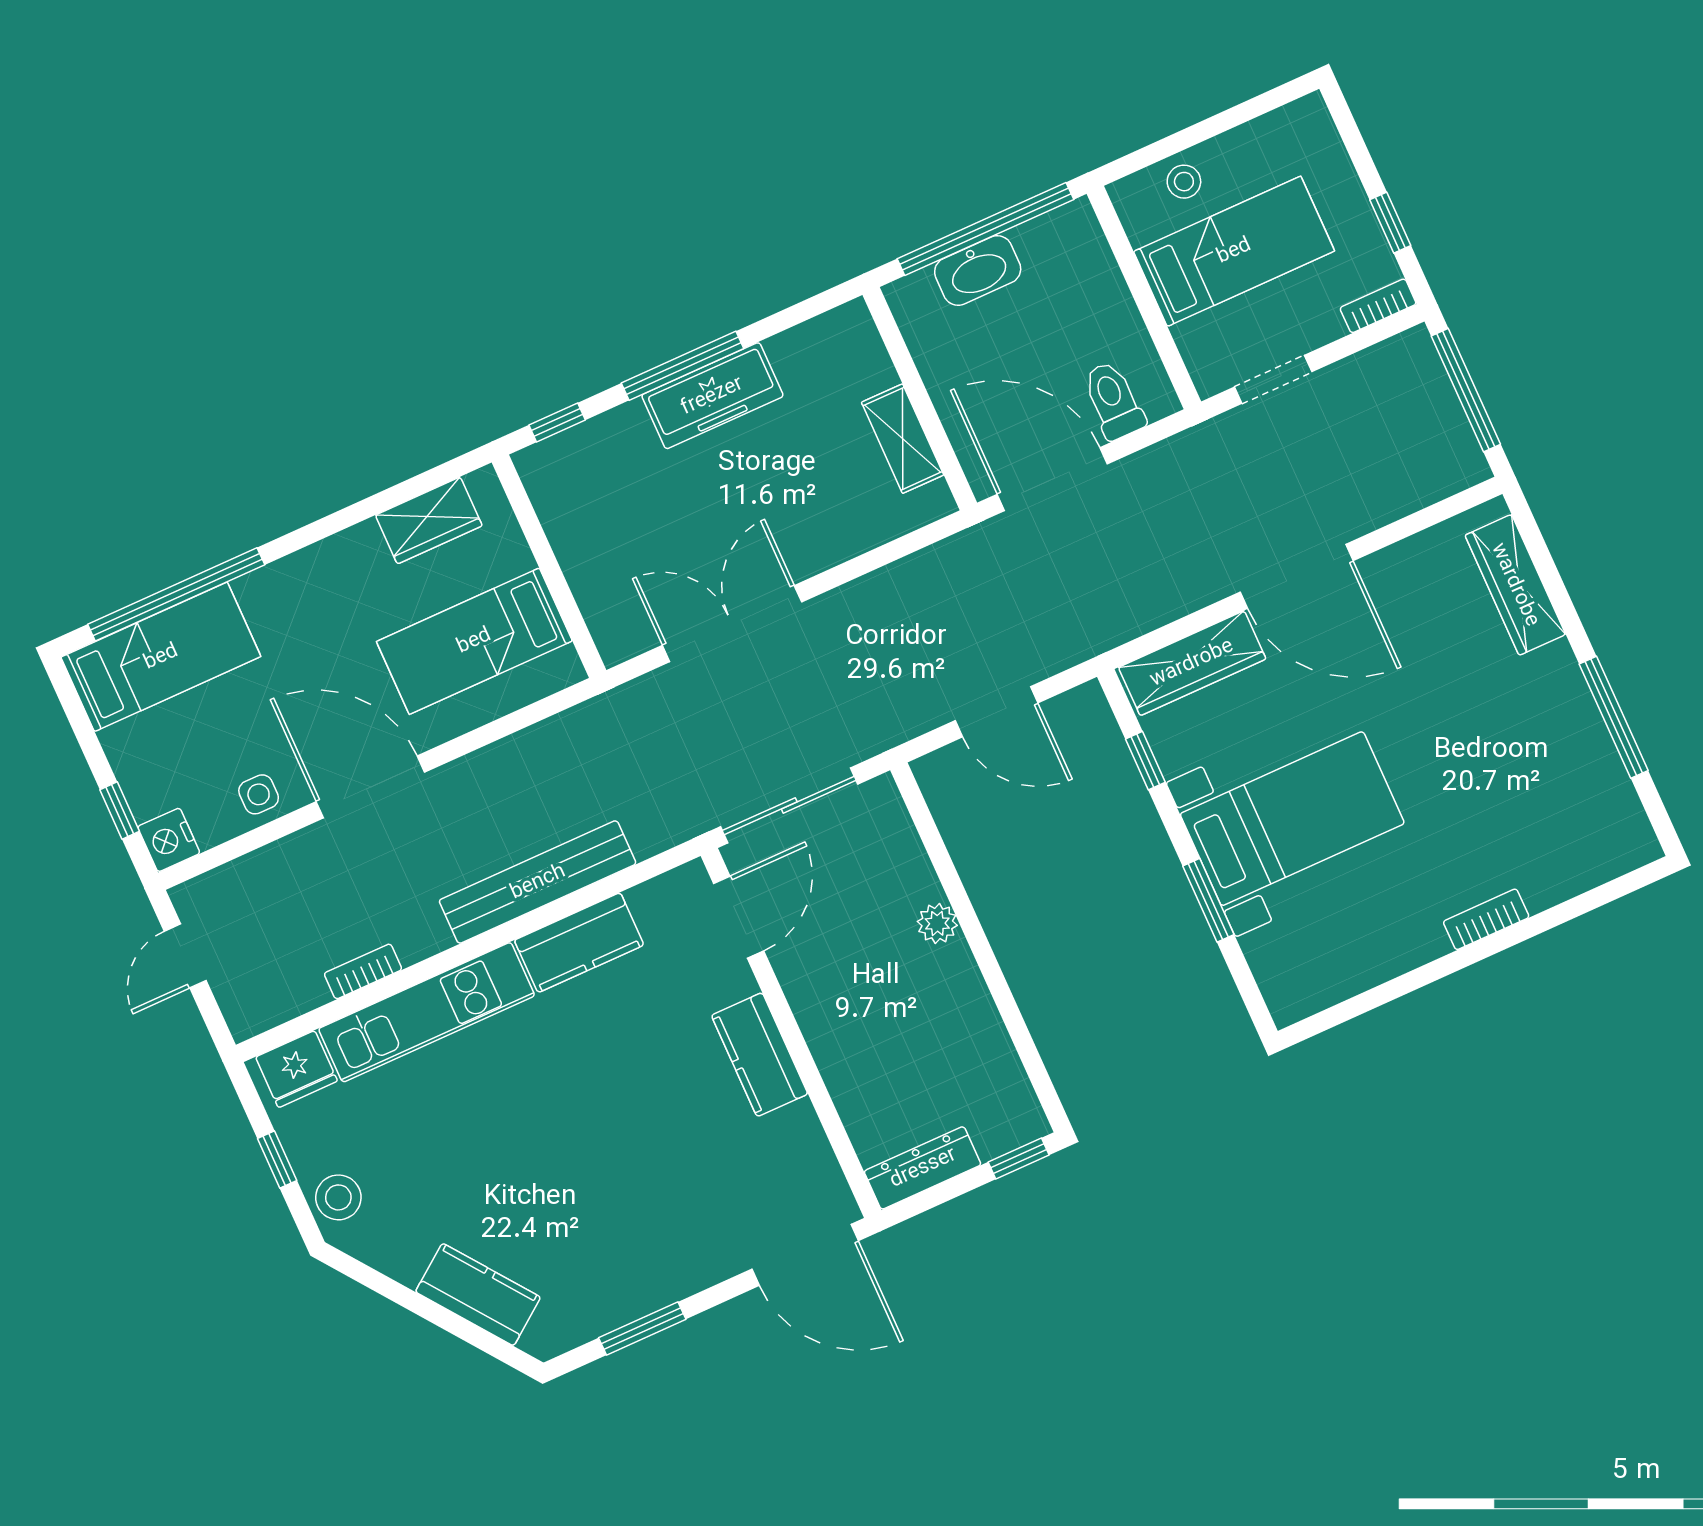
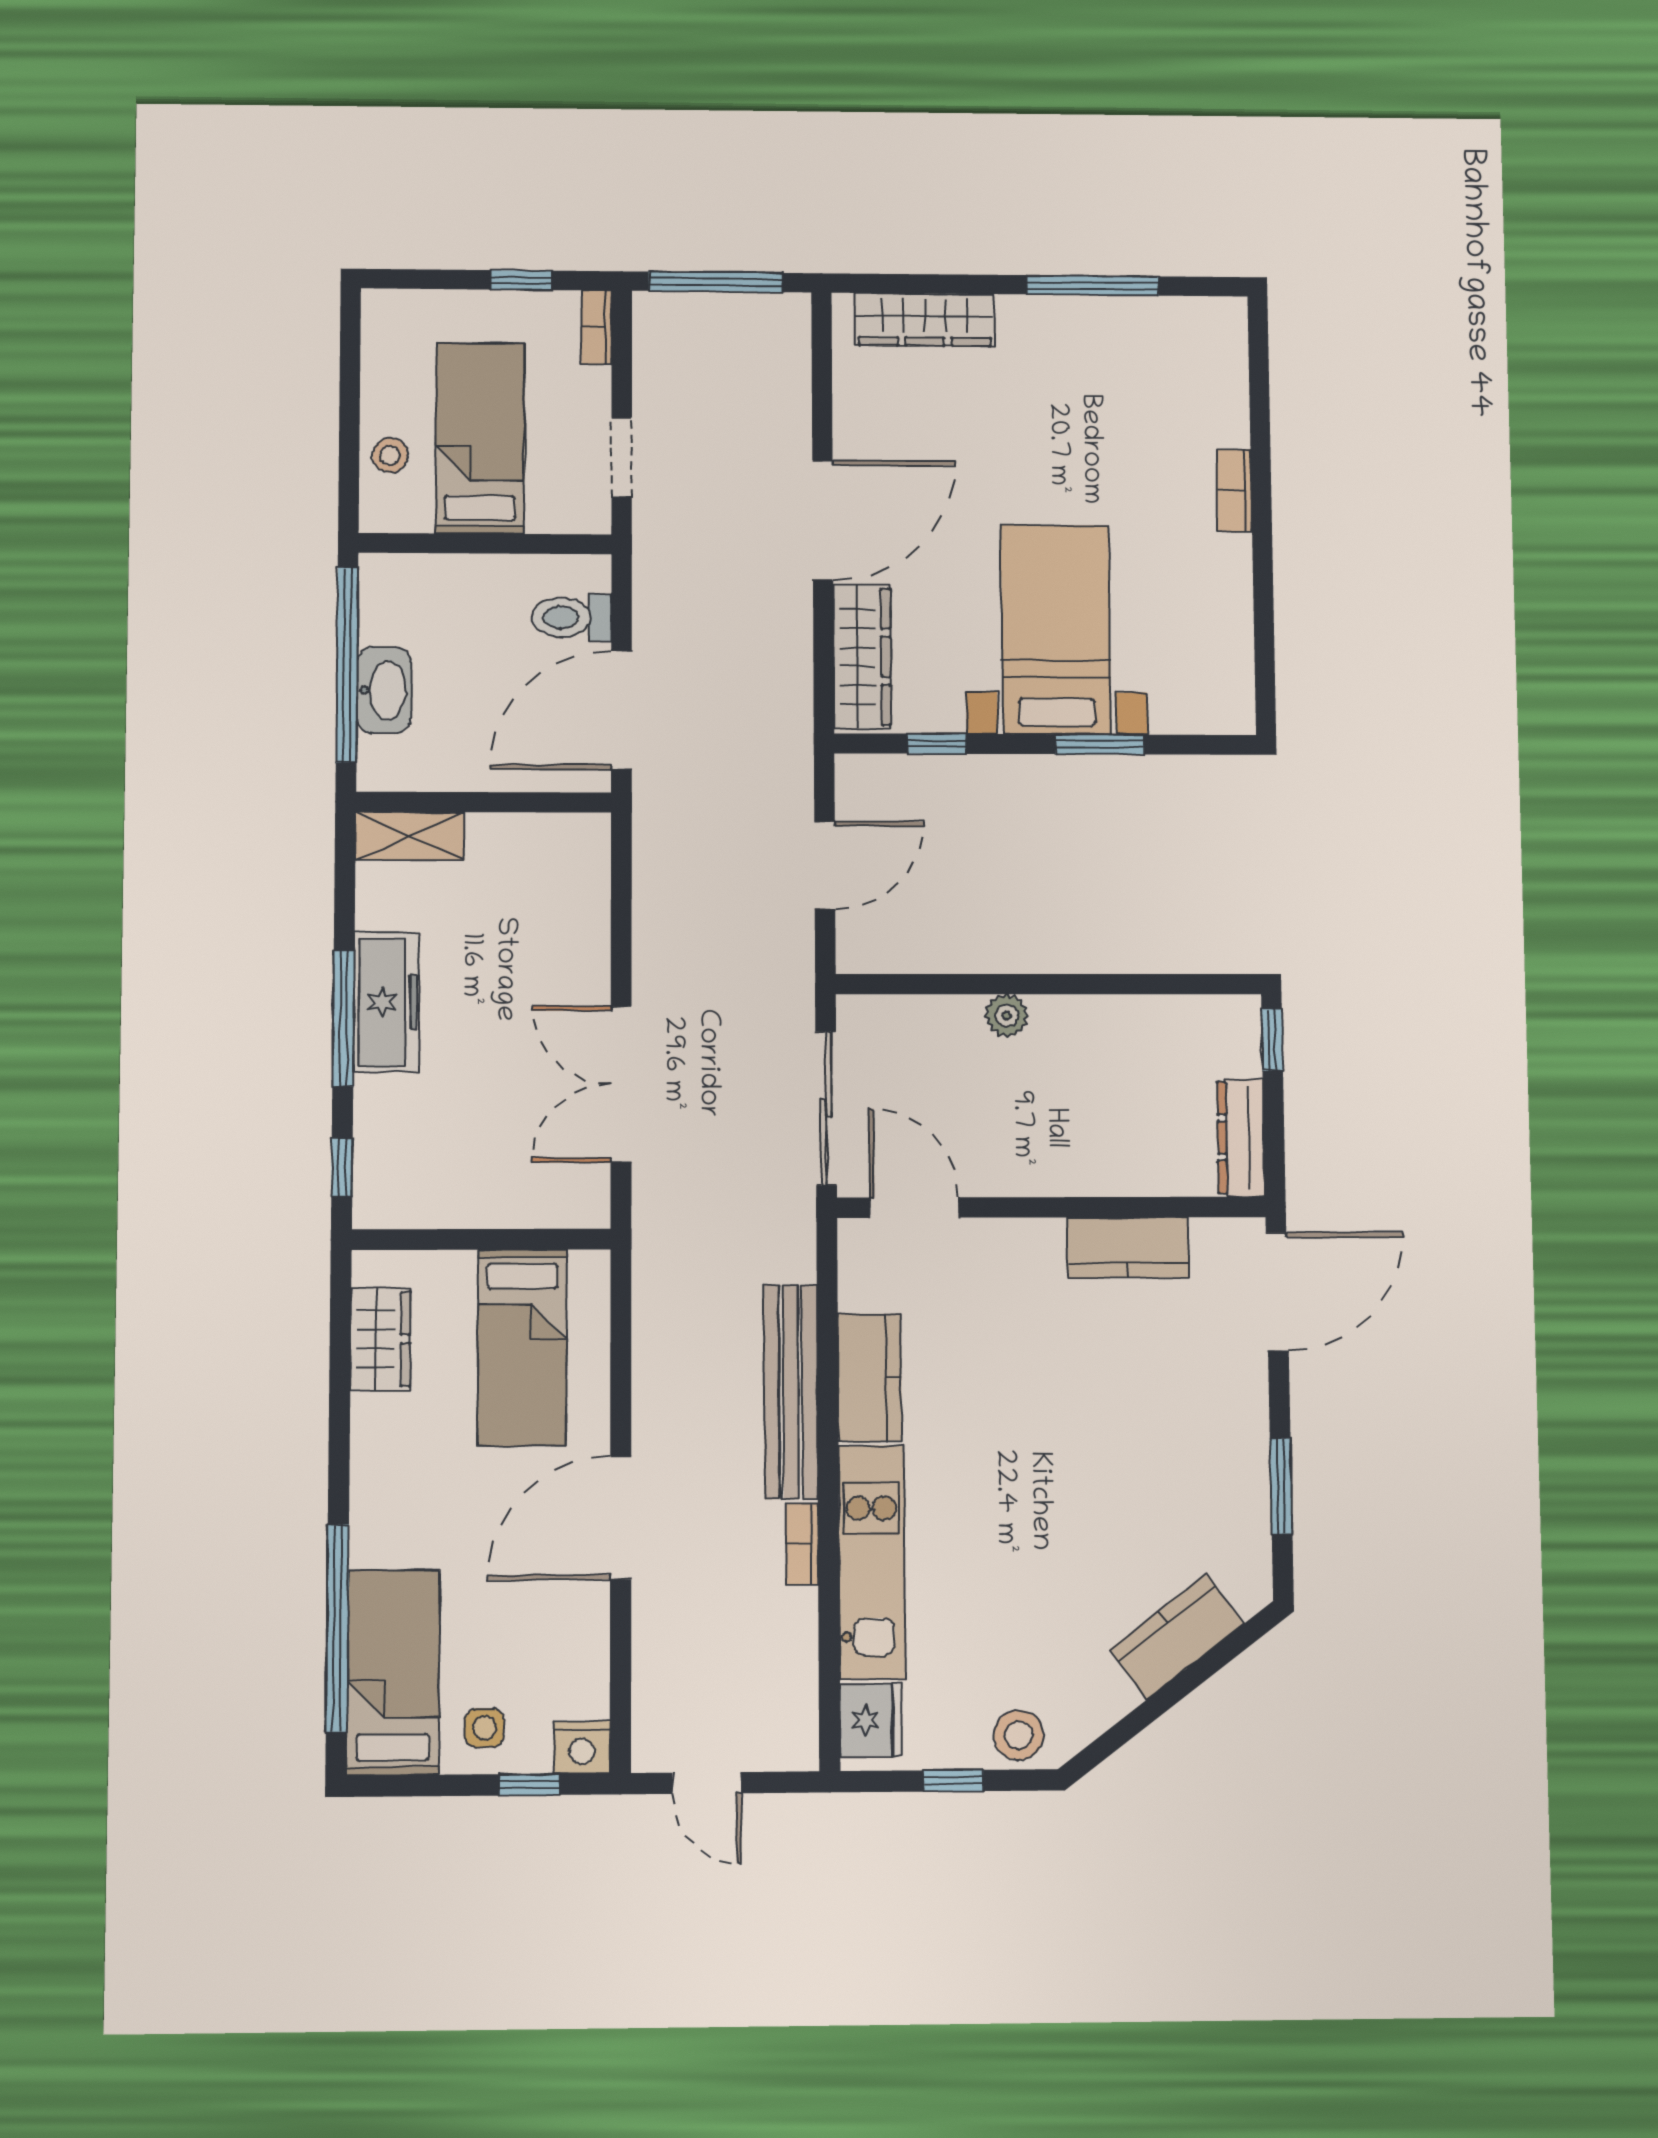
shelving: (903, 439) -> (410, 836), moved
side table: (259, 794) -> (485, 1728), moved
bookcase: (363, 971) -> (802, 1544), moved
kitchen counter: (760, 1055) -> (1128, 1248), moved

